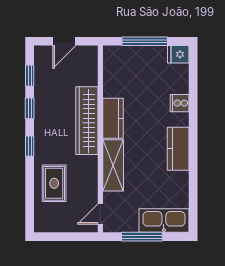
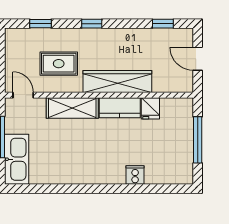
fridge: (178, 54) -> (150, 108), moved, turned 180
window: (30, 108) -> (40, 24), moved
kitchen counter: (178, 149) -> (89, 173), removed
rug: (54, 183) -> (59, 64), moved

